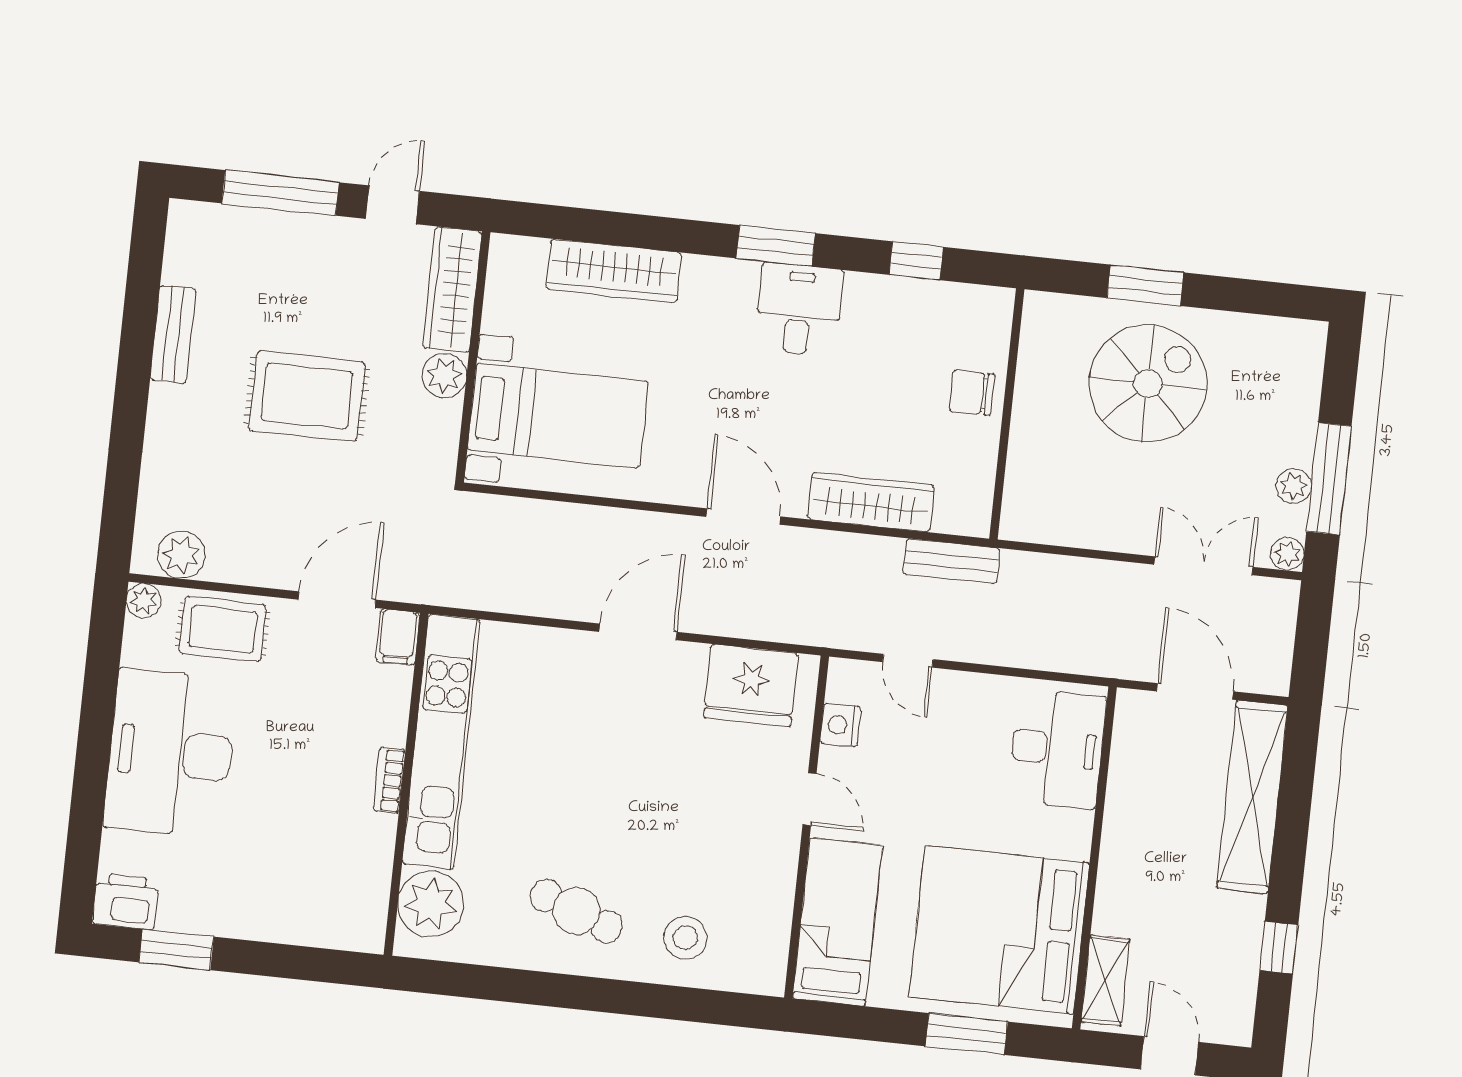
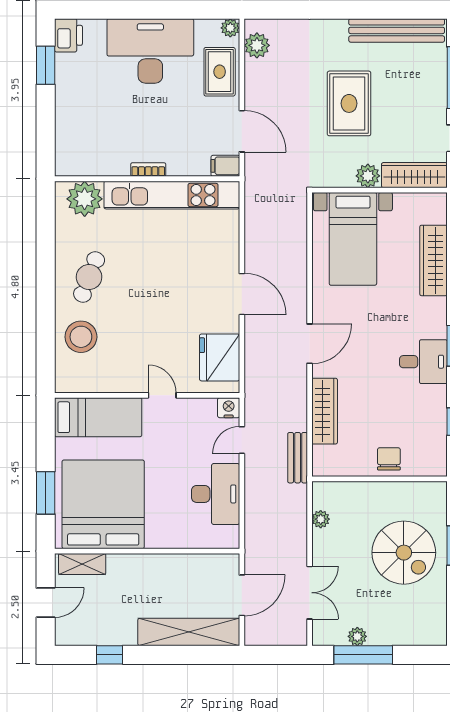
bench: (173, 334) -> (397, 30), width x1.86, depth x1.21
plant: (1287, 554) -> (321, 519), moved
nightstand: (841, 725) -> (229, 408), moved
desk: (1057, 749) -> (216, 494), moved, turned -90
door: (810, 799) -> (162, 395), swing flipped
stool: (685, 938) -> (81, 337), width x1.38, depth x1.38

